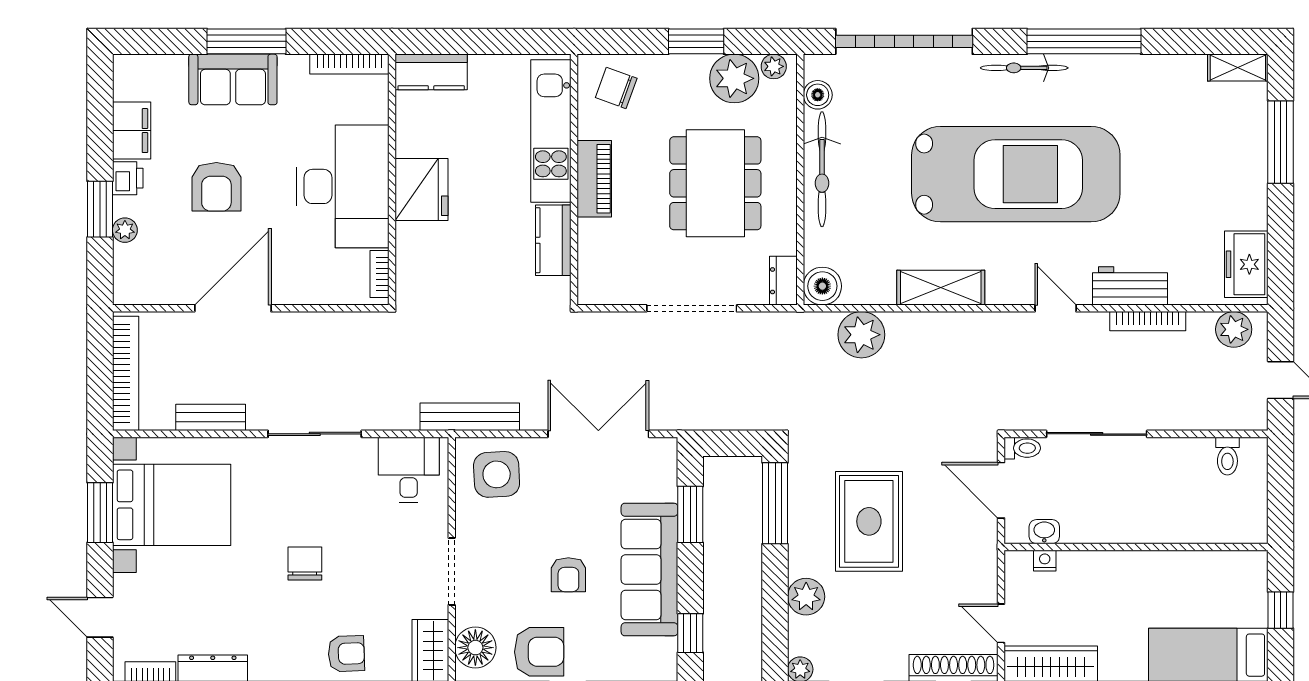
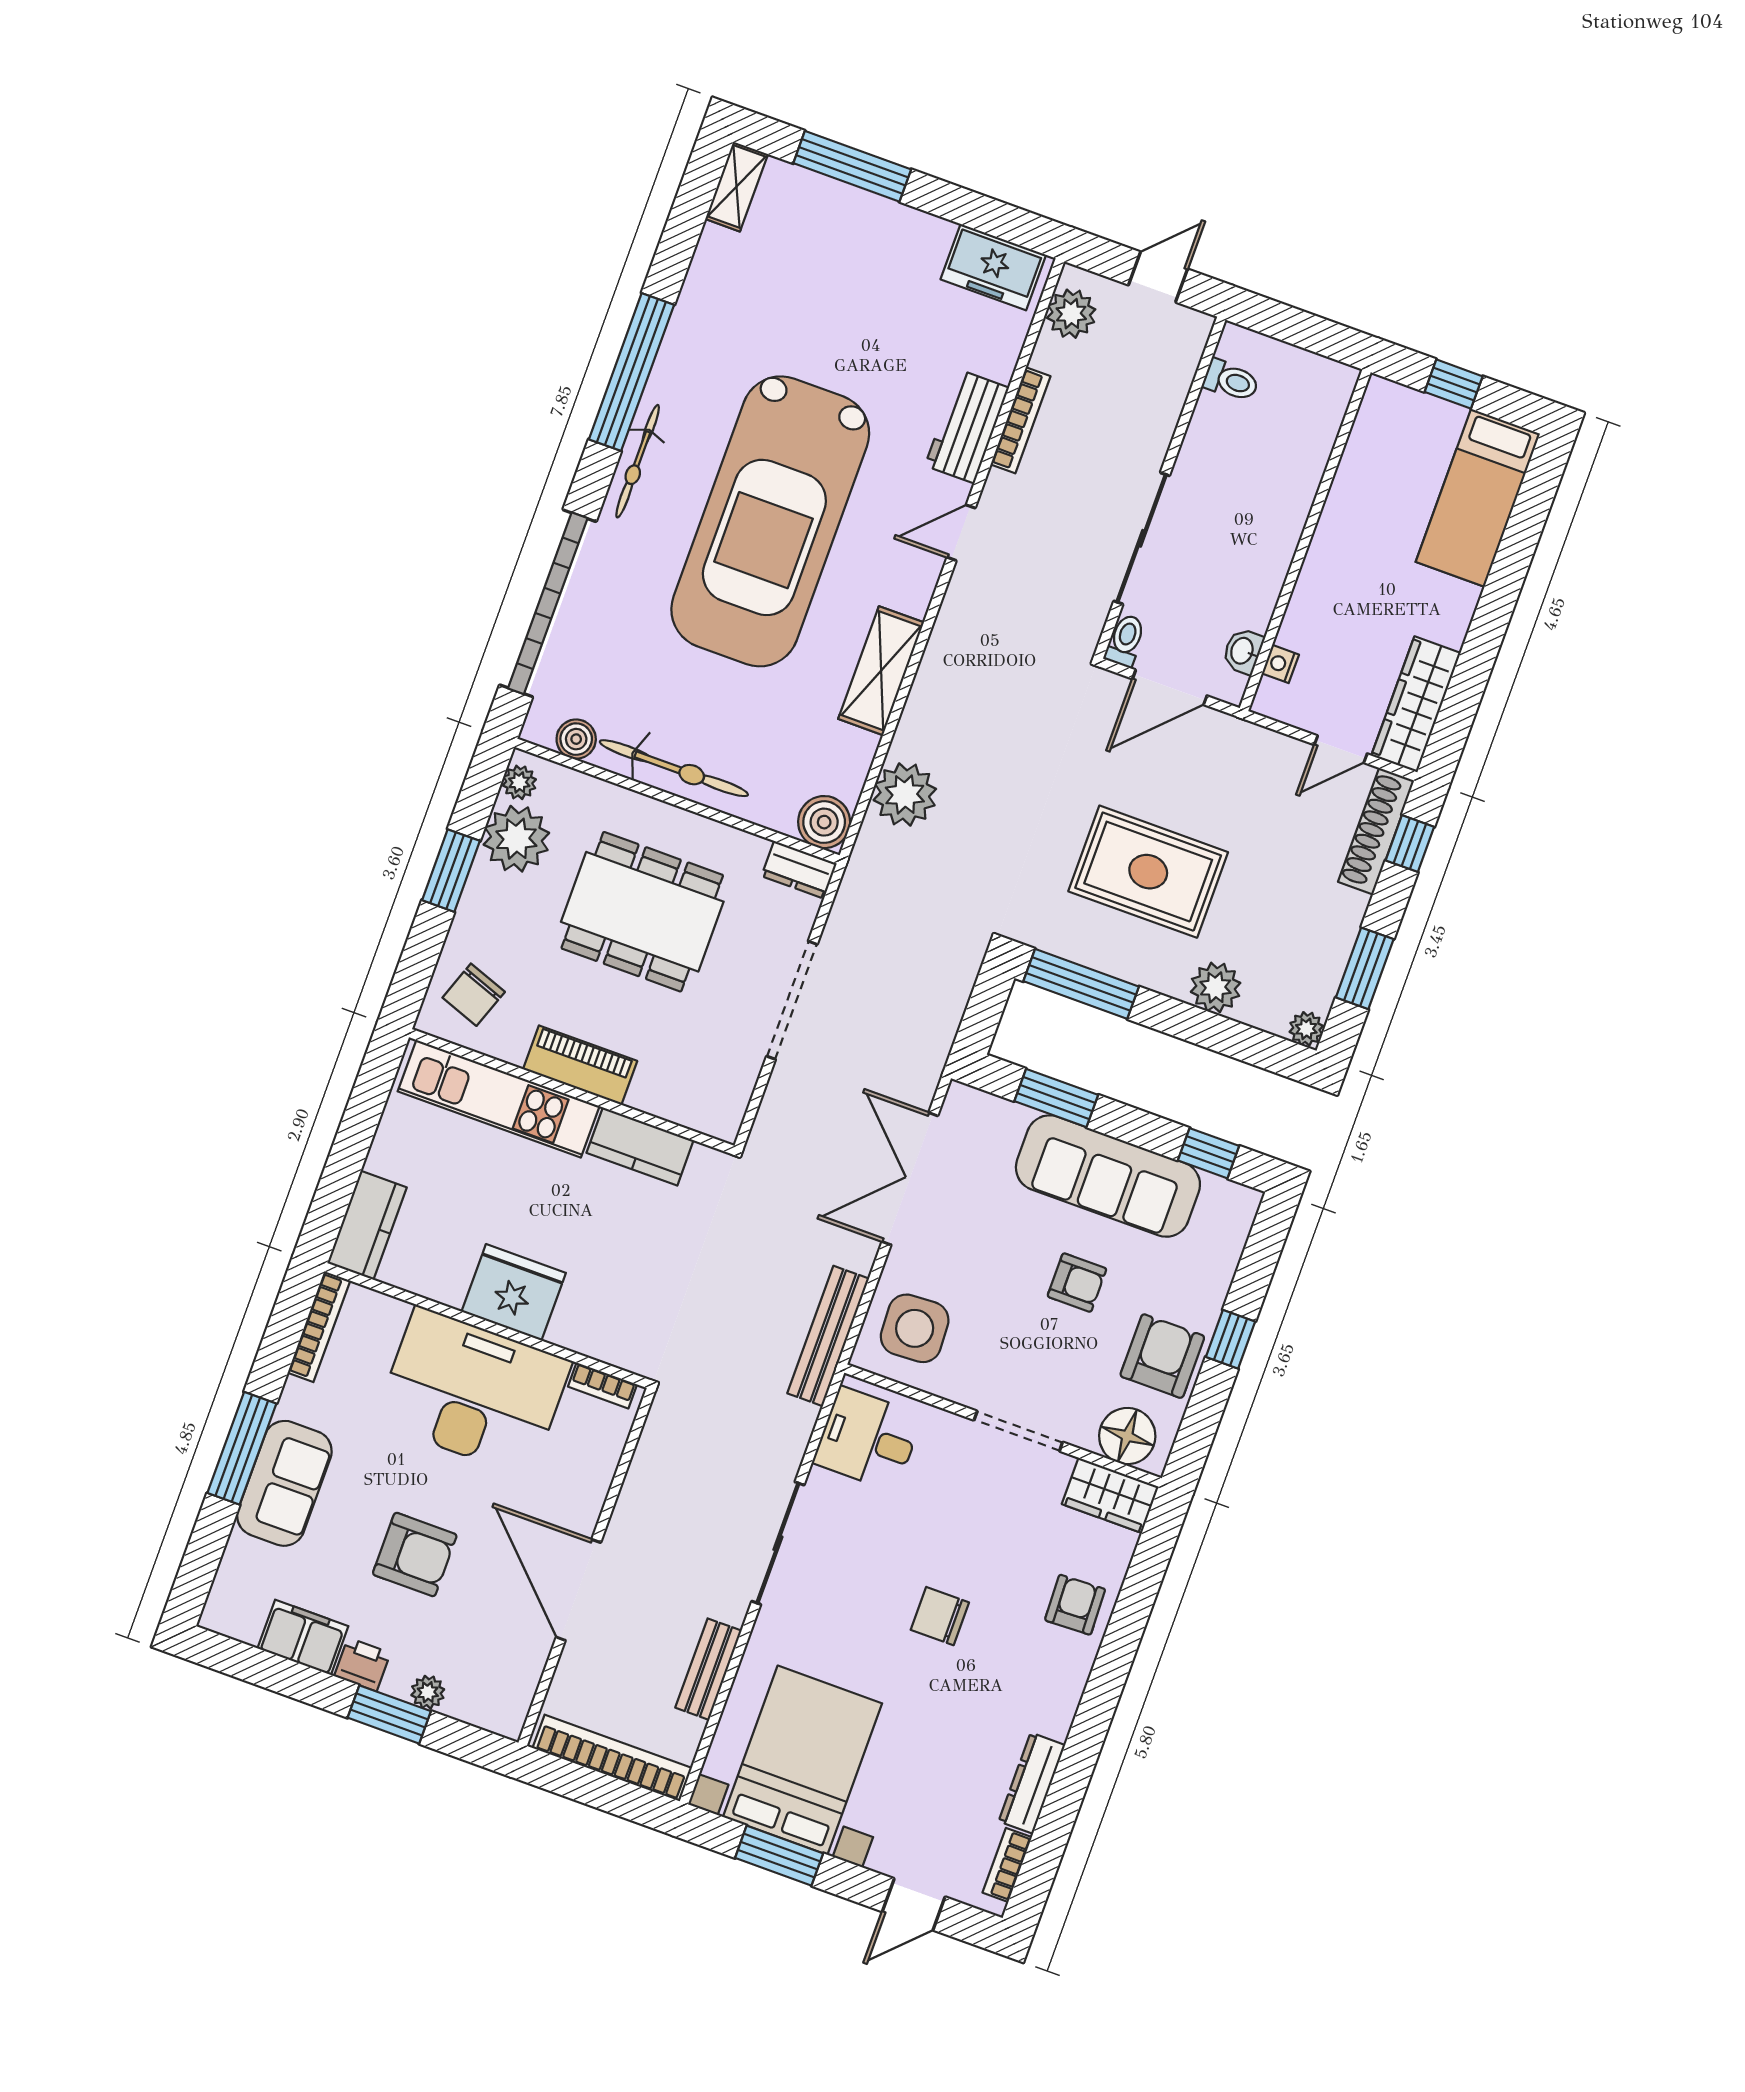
car: (1016, 174) -> (770, 521), turned 180

